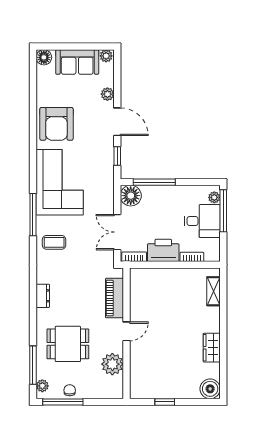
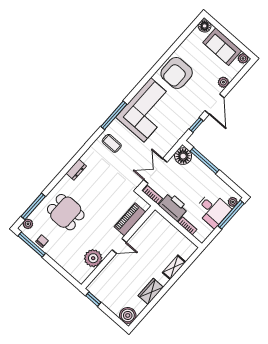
shelving: (213, 291) -> (174, 267), moved
piano: (115, 298) -> (130, 219), moved
door: (127, 331) -> (119, 246), moved
wall: (127, 333) -> (118, 247), moved
plant: (112, 364) -> (93, 258), moved

